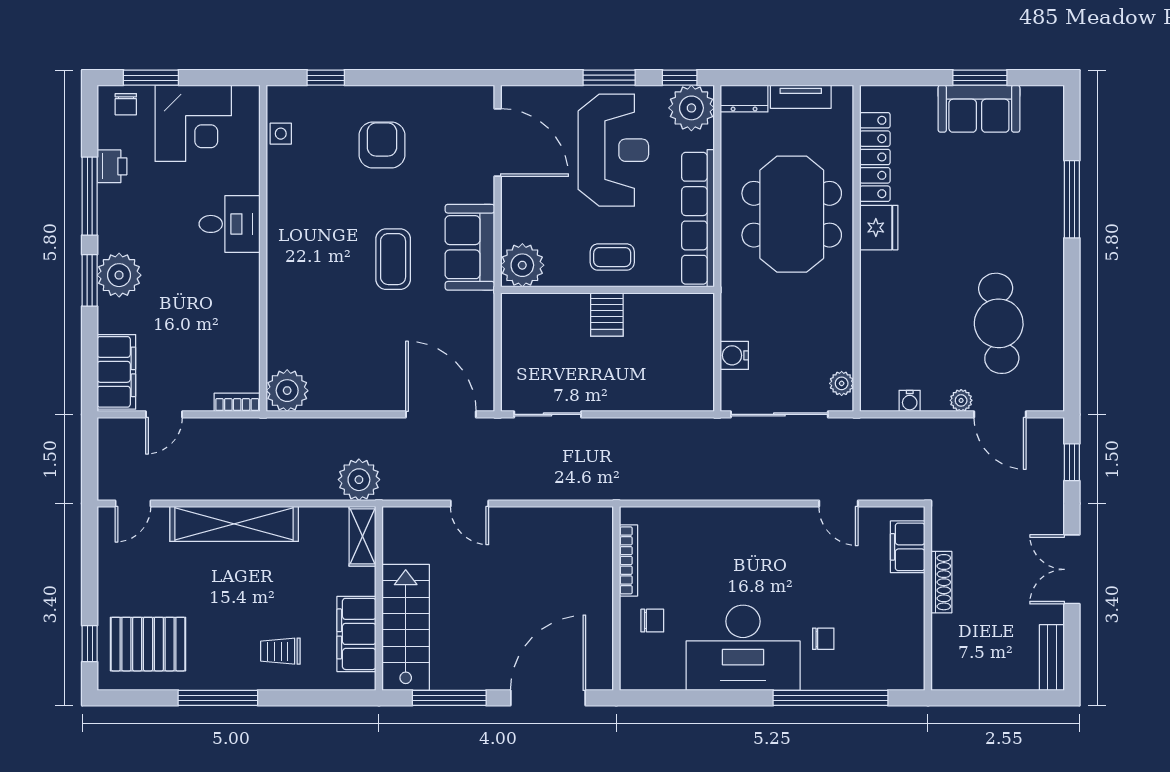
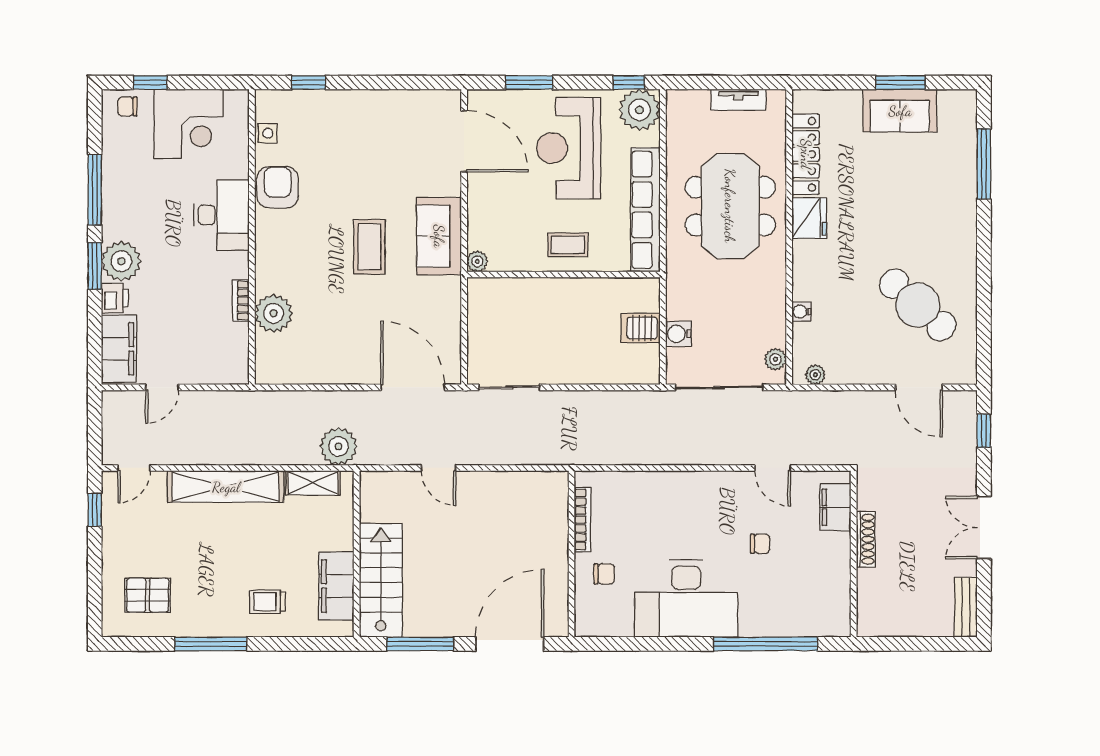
window: (151, 78) -> (150, 83), width x0.67
window: (609, 78) -> (529, 83), moved
dresser: (744, 98) -> (687, 101), removed
chair: (126, 104) -> (127, 106), turned 90
armchair: (382, 145) -> (278, 187), moved
reception desk: (613, 150) -> (569, 148), turned 180
printer: (112, 166) -> (115, 298), moved
window: (1072, 199) -> (984, 164), moved
desk: (230, 224) -> (222, 215), width x1.37
plant: (522, 265) -> (477, 261), width x0.53, depth x0.53
server rack: (607, 315) -> (641, 328), moved, turned 90
cafe table: (999, 323) -> (918, 305), turned -43
plant: (287, 391) -> (274, 313), moved
plant: (961, 400) -> (815, 375), moved
water cooler: (910, 401) -> (801, 312), moved, turned 90
bookcase: (237, 402) -> (241, 301), moved, turned -90
shelving: (363, 536) -> (313, 483), moved, turned 90
chair: (823, 639) -> (760, 544), moved
window: (90, 644) -> (95, 510), moved
pallet: (148, 644) -> (148, 595), width x0.67, depth x0.71

